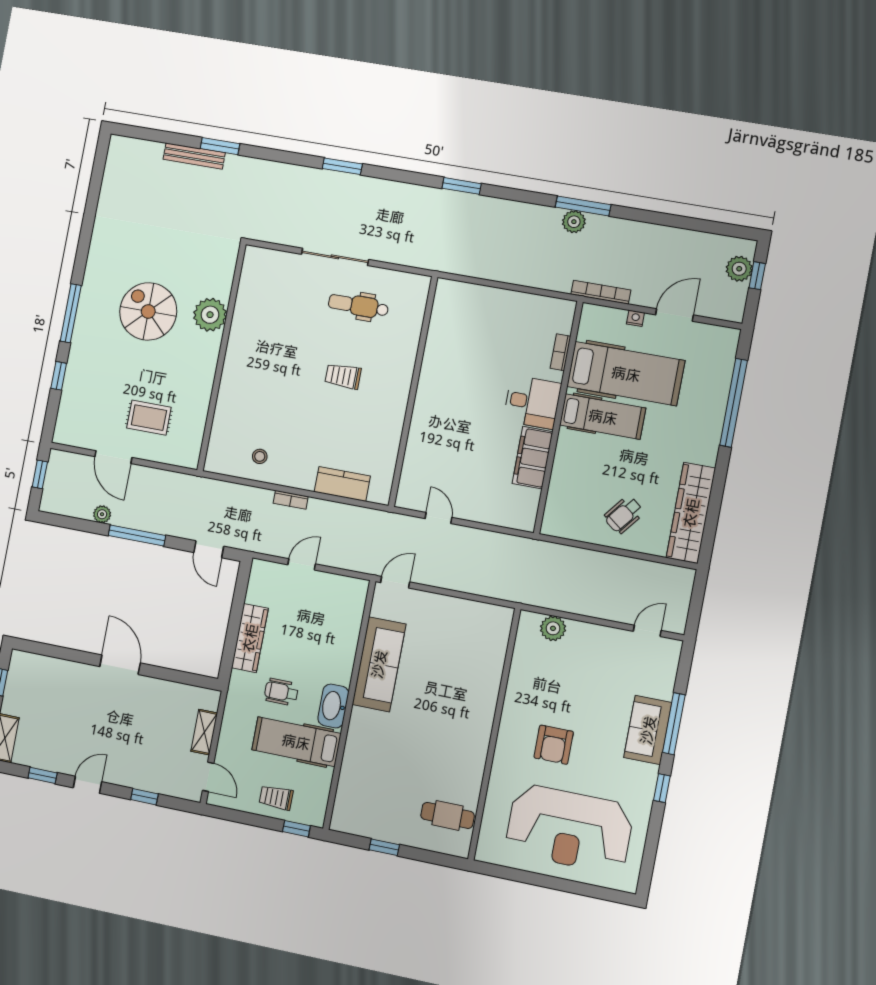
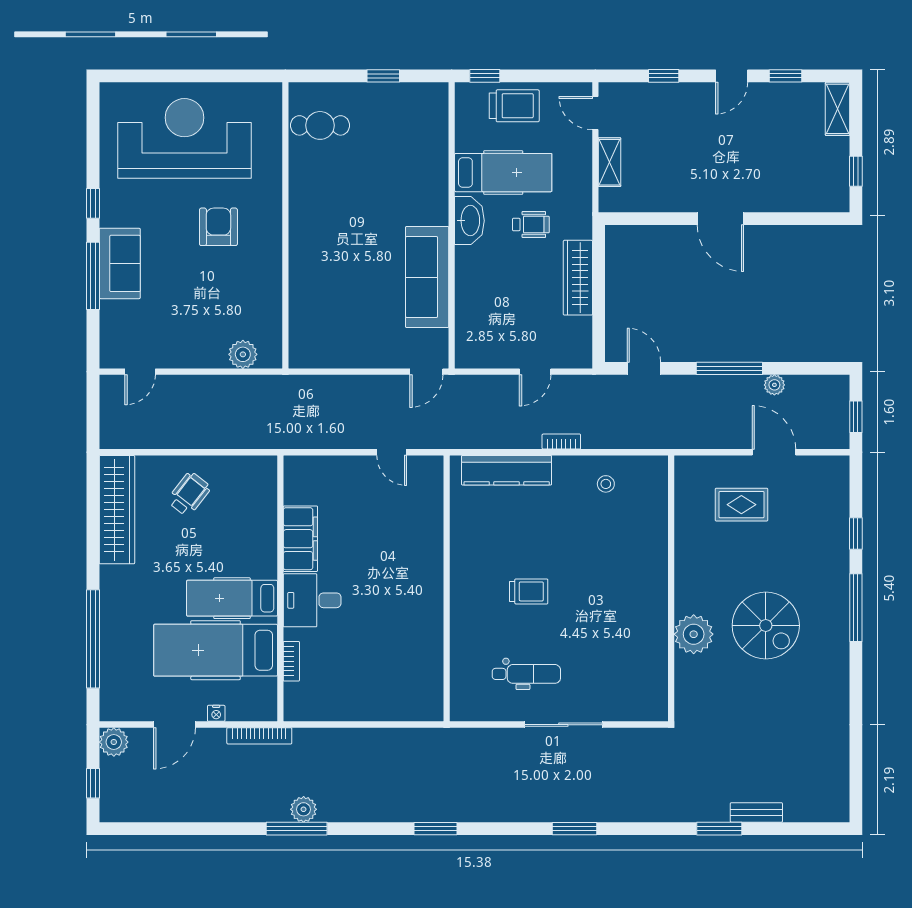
bench: (194, 156) -> (756, 812), width x0.73
plant: (739, 269) -> (114, 742), moved
kitchen counter: (342, 484) -> (507, 470), width x1.50
trolley: (276, 798) -> (514, 106), width x1.36, depth x1.39

